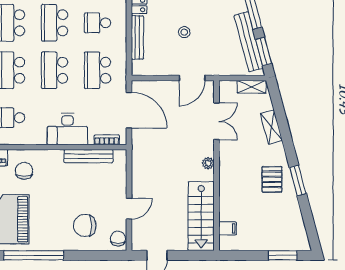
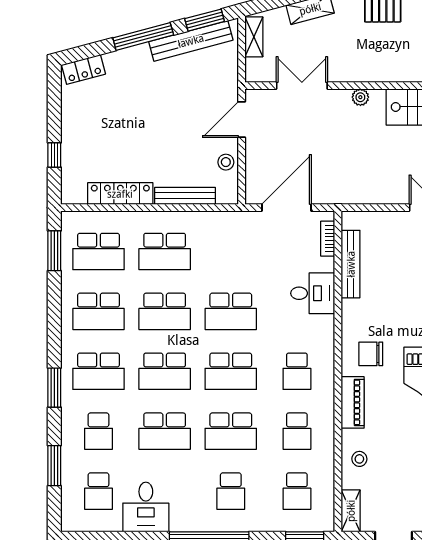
school desk: (98, 23) -> (165, 251), width x1.85
stool: (184, 32) -> (226, 162), moved
school desk: (98, 70) -> (231, 251), removed
door: (192, 78) -> (242, 120), swing flipped
desk: (67, 129) -> (313, 293), width x0.73

